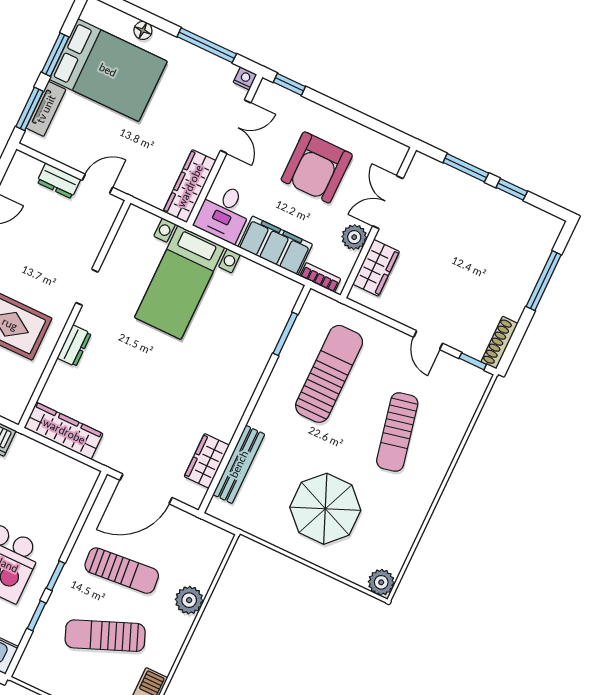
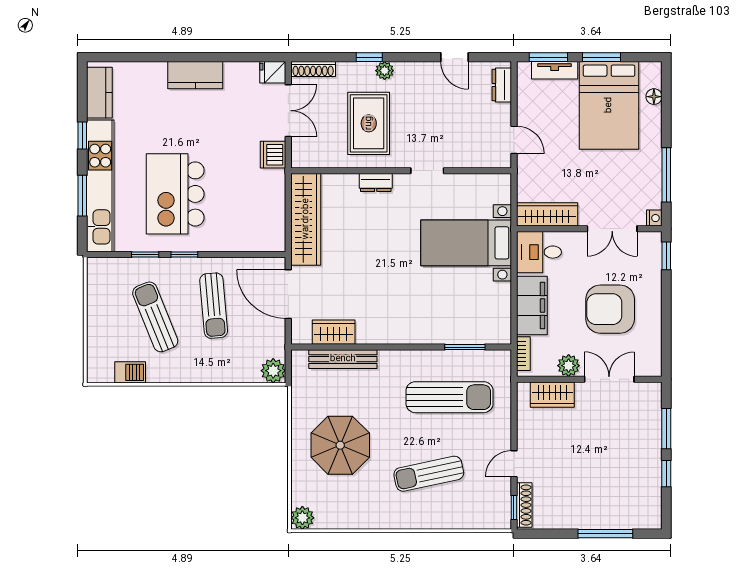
floor lamp: (143, 30) -> (654, 97), moved
dresser: (59, 181) -> (502, 85), moved
shoe rack: (499, 343) -> (524, 505), moved, turned 90
wardrobe: (64, 431) -> (306, 219), width x1.40, depth x1.17
plant: (189, 600) -> (273, 371), moved

